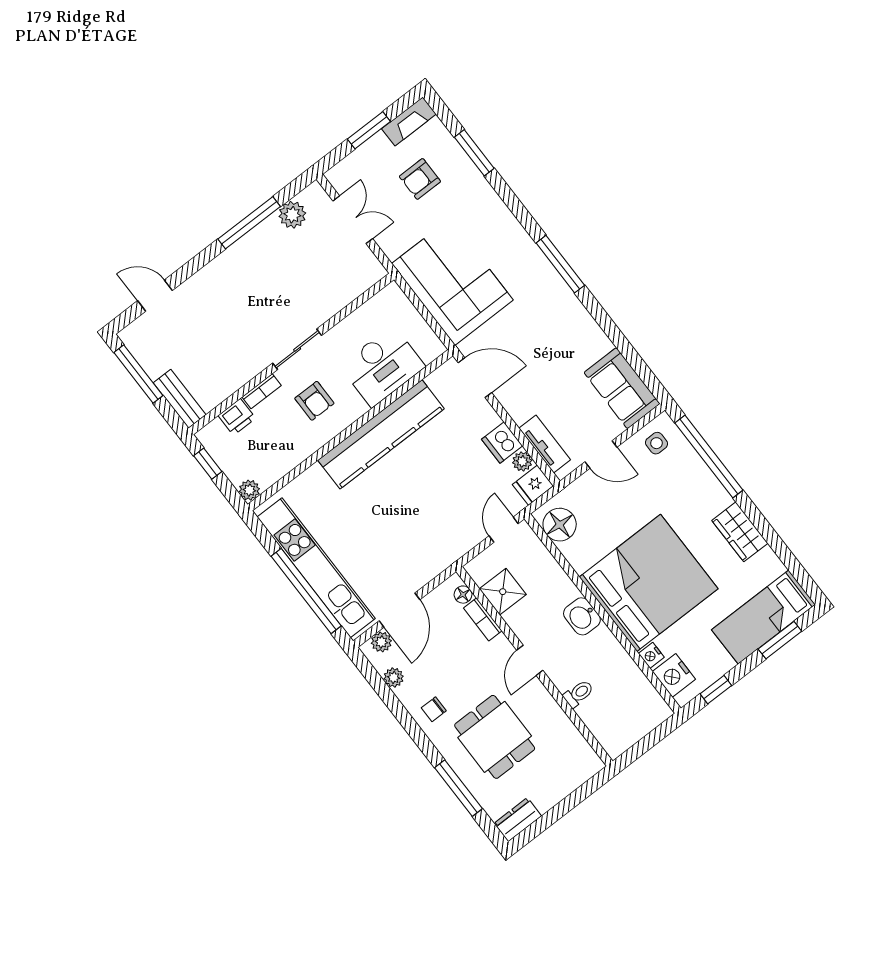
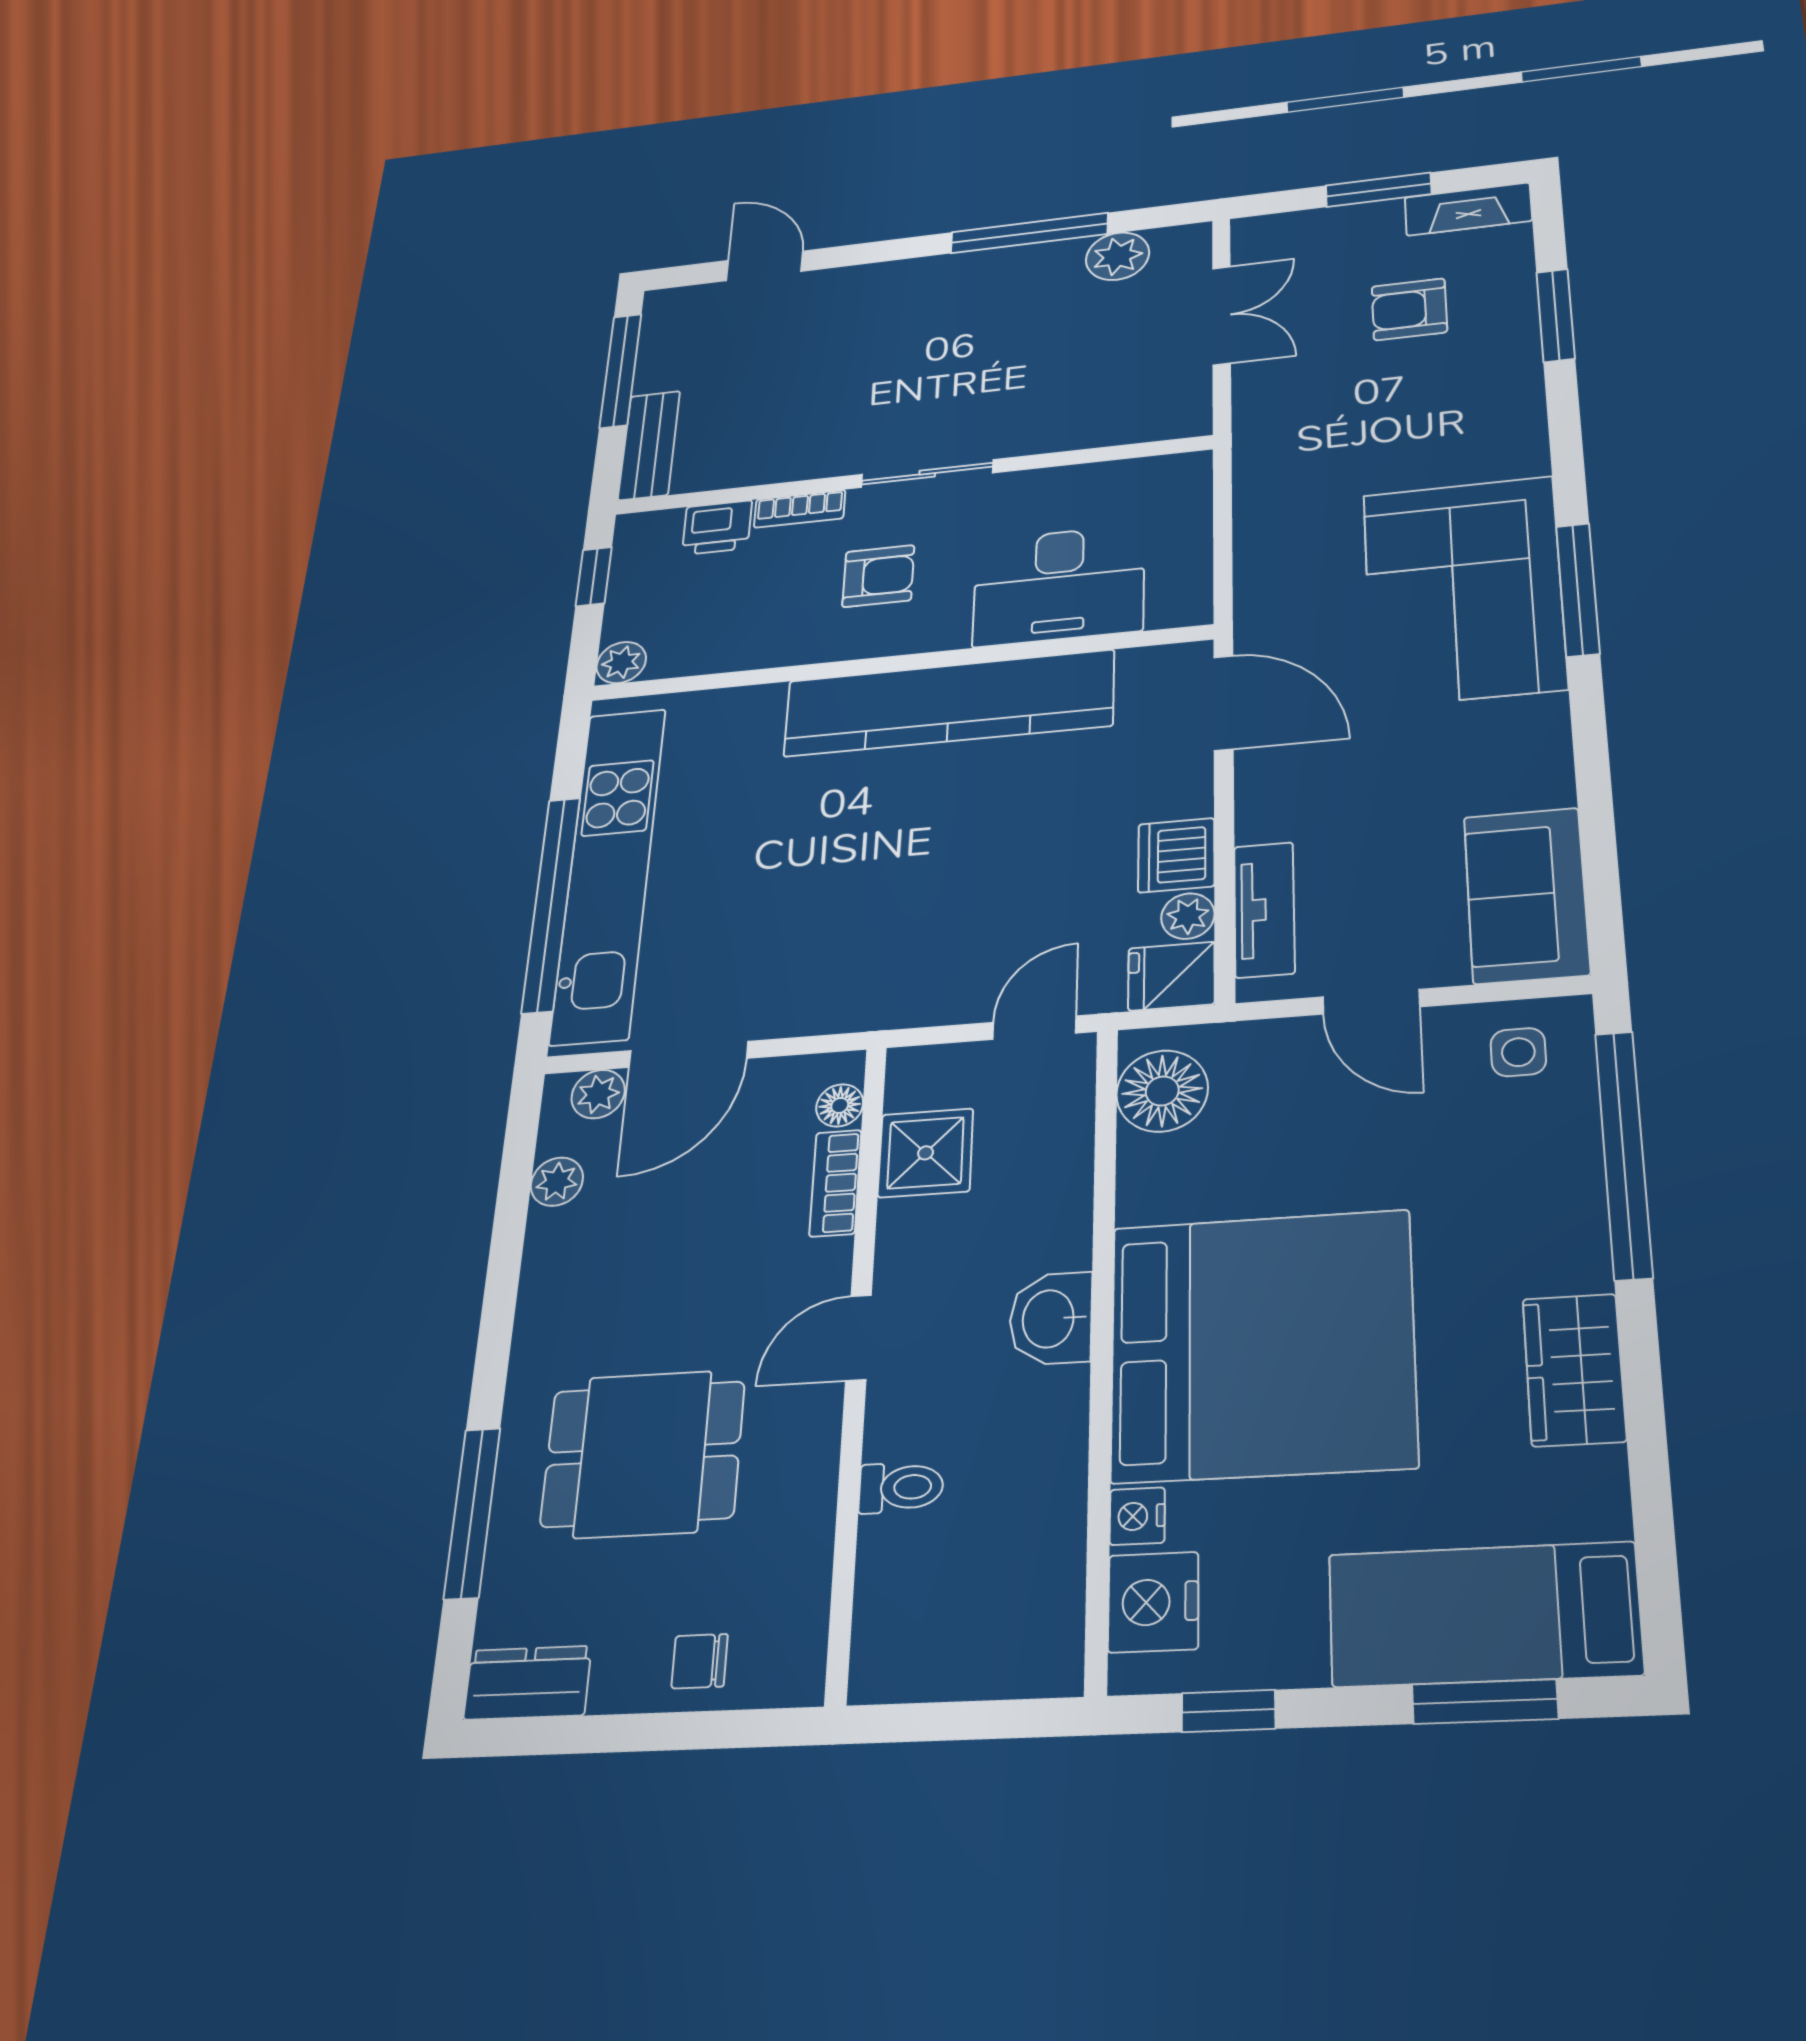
corner sofa: (452, 282) -> (1463, 590), moved, turned 180
armchair: (314, 401) -> (878, 576), turned -90
chair: (434, 709) -> (700, 1661), moved
dining table: (495, 737) -> (643, 1454), turned 90

